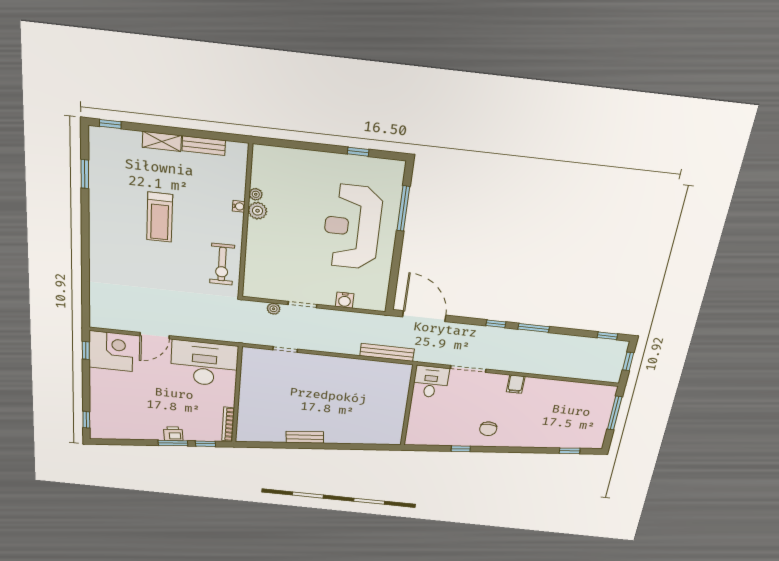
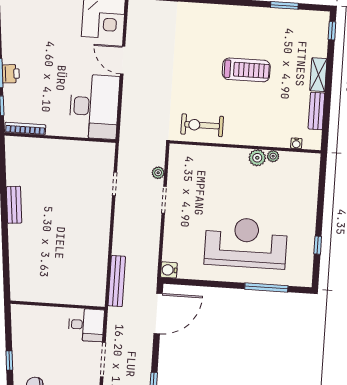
water cooler: (239, 206) -> (296, 143), moved
treadmill: (160, 217) -> (246, 70), turned 180
water cooler: (345, 300) -> (169, 270), moved

